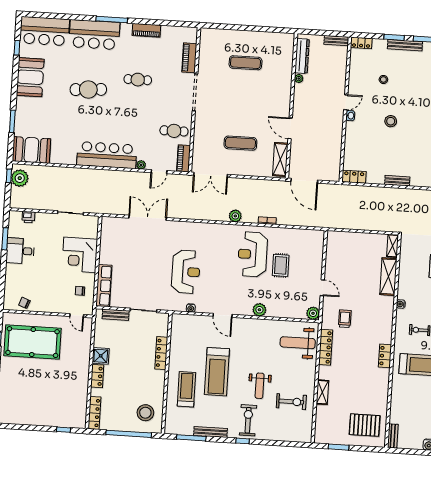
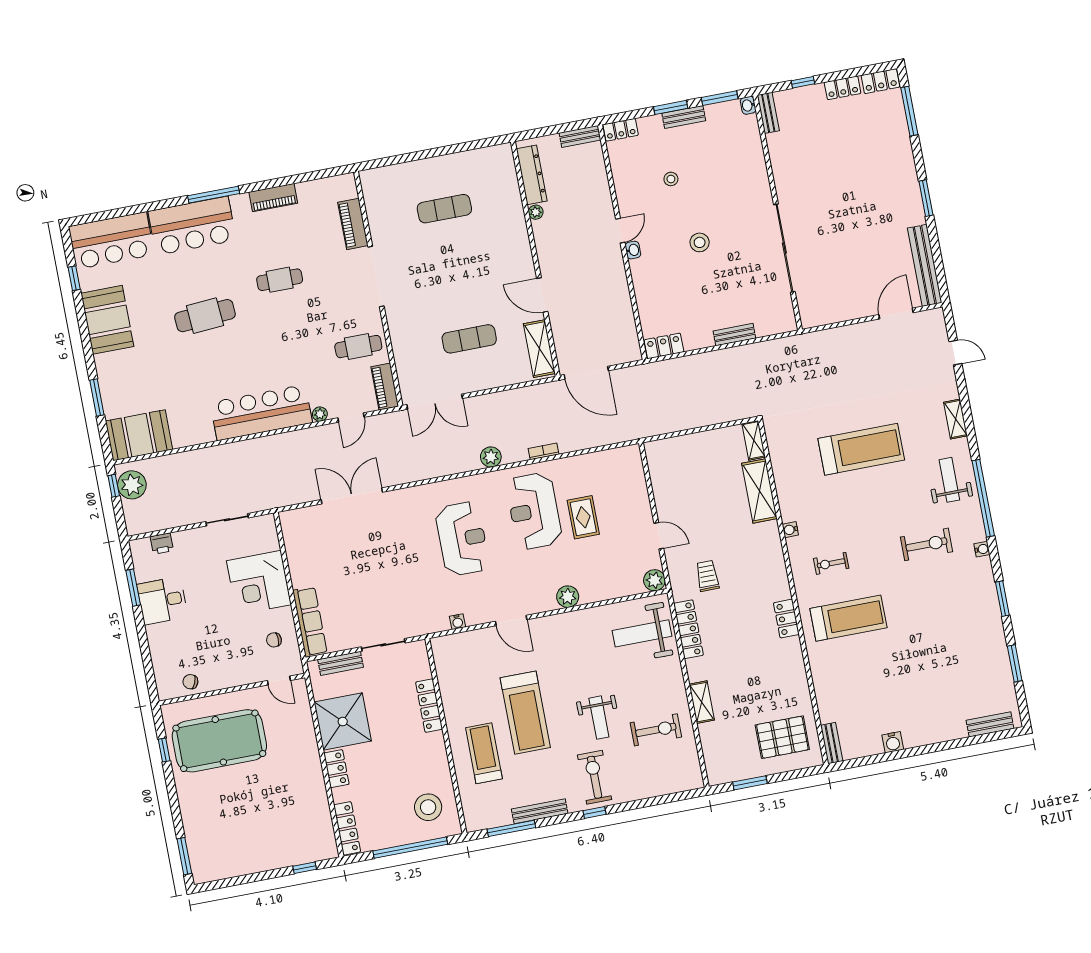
bench: (405, 45) -> (684, 117), width x0.73
reception desk: (186, 272) -> (462, 539), moved
shower: (101, 356) -> (343, 722), width x1.86, depth x1.86

